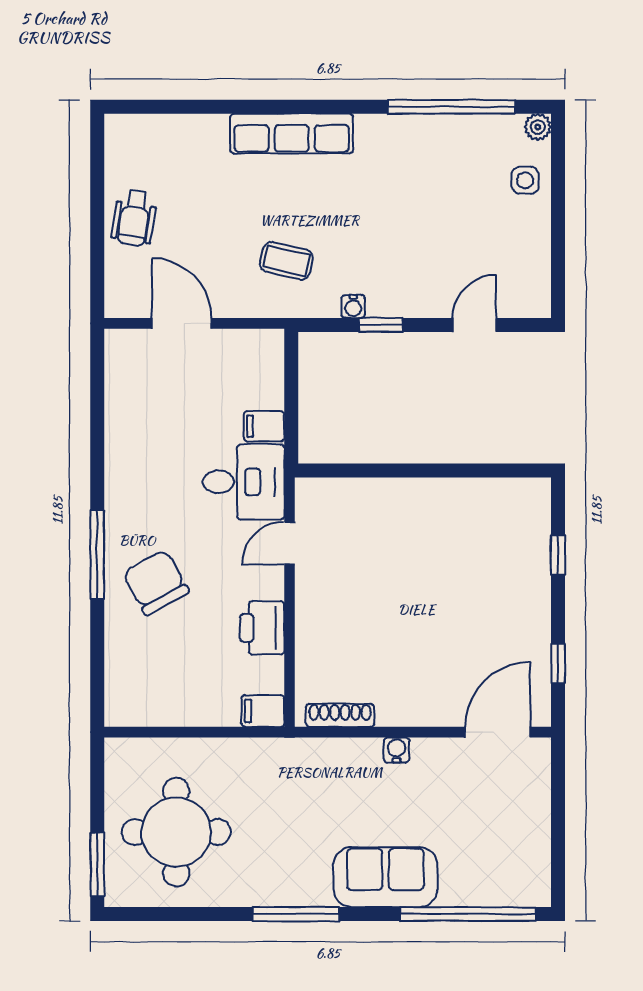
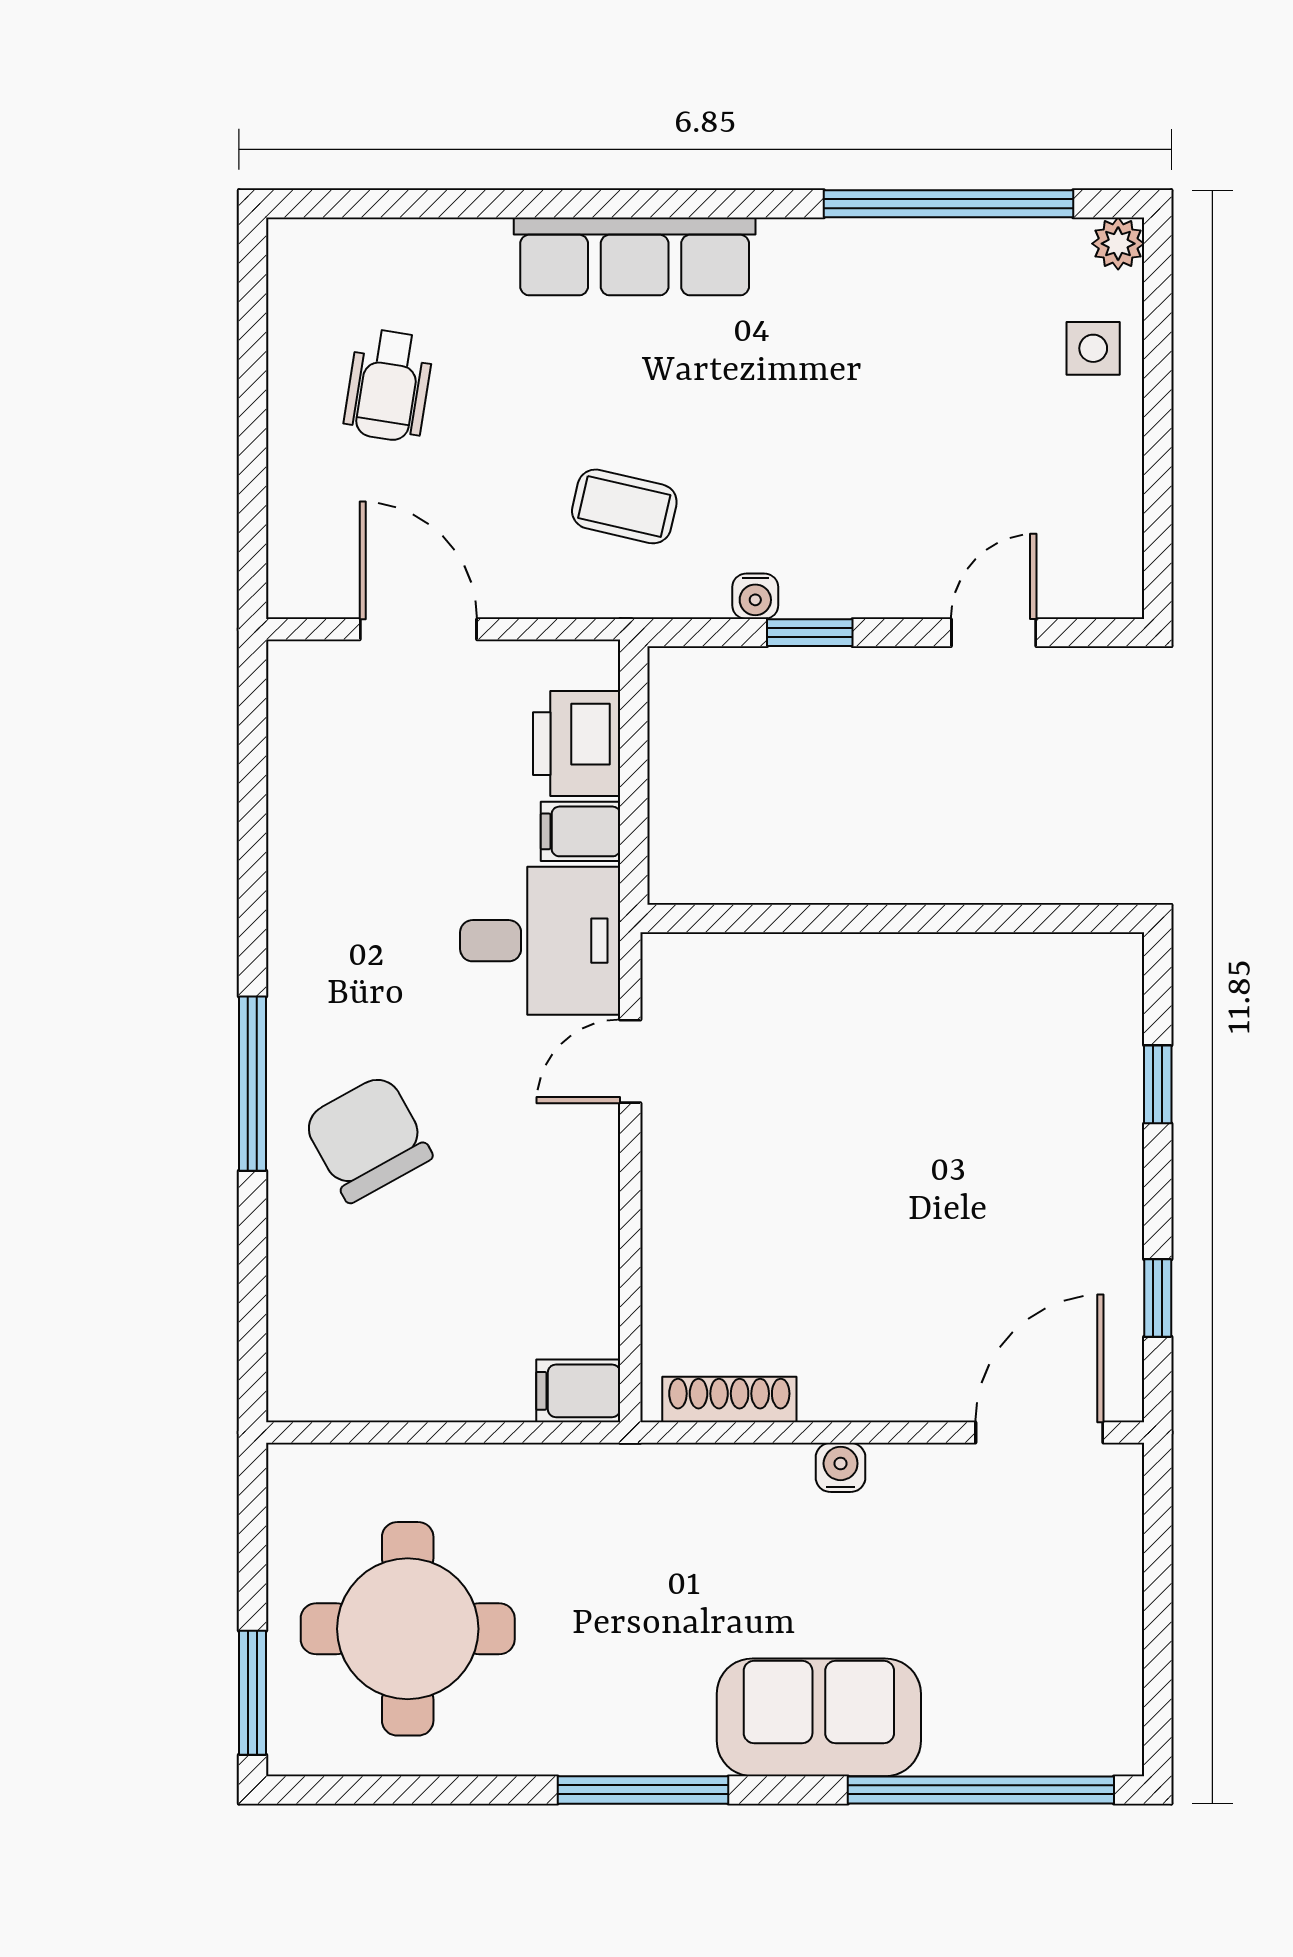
wheelchair: (134, 218) -> (388, 385), moved
printer: (262, 628) -> (577, 744), moved

